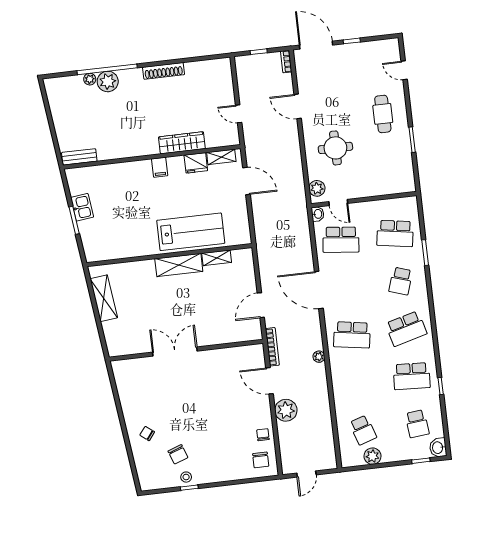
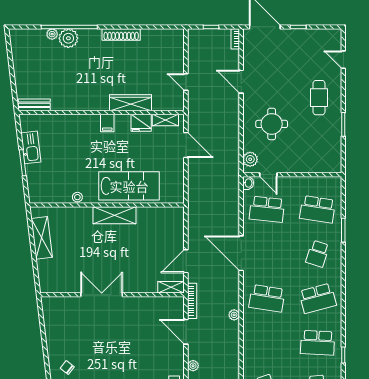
kitchen sink: (82, 207) -> (31, 147), width x1.38
stool: (137, 250) -> (77, 197), added
shelving: (217, 258) -> (171, 287), moved
plant: (286, 410) -> (193, 366), width x0.53, depth x0.53

